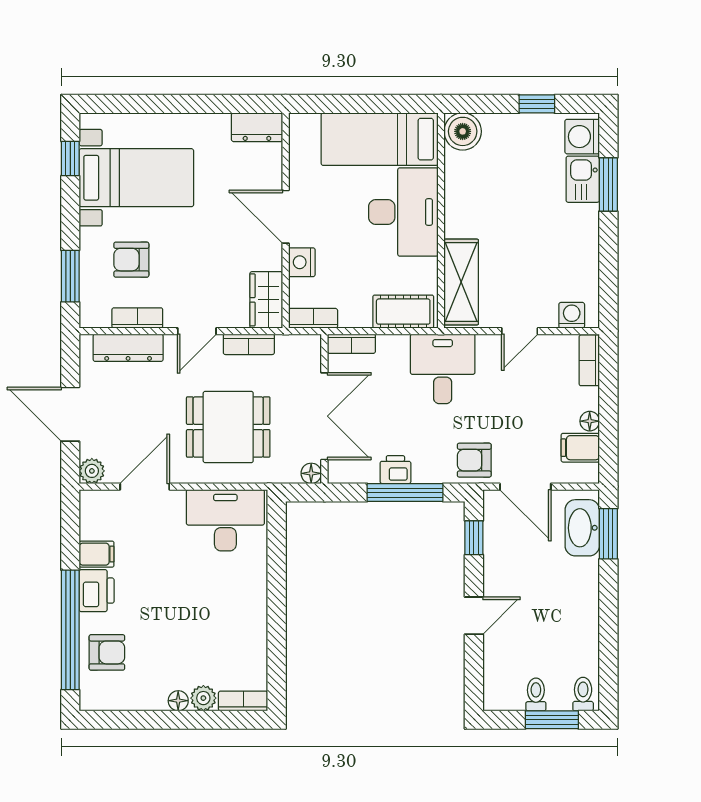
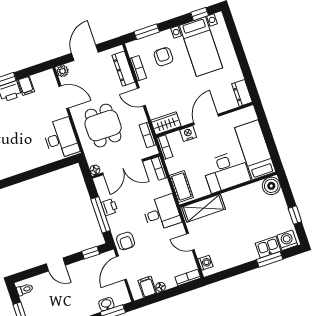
bookcase: (249, 344) -> (148, 135), moved
armchair: (474, 460) -> (126, 241), turned 180
washbasin: (582, 528) -> (106, 304), width x0.52, depth x0.69
toilet: (536, 694) -> (25, 290), moved

